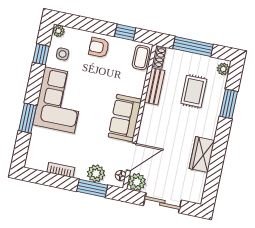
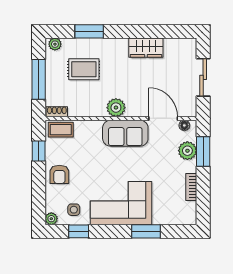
bench: (155, 86) -> (87, 110), removed
plant: (137, 182) -> (116, 108), moved

